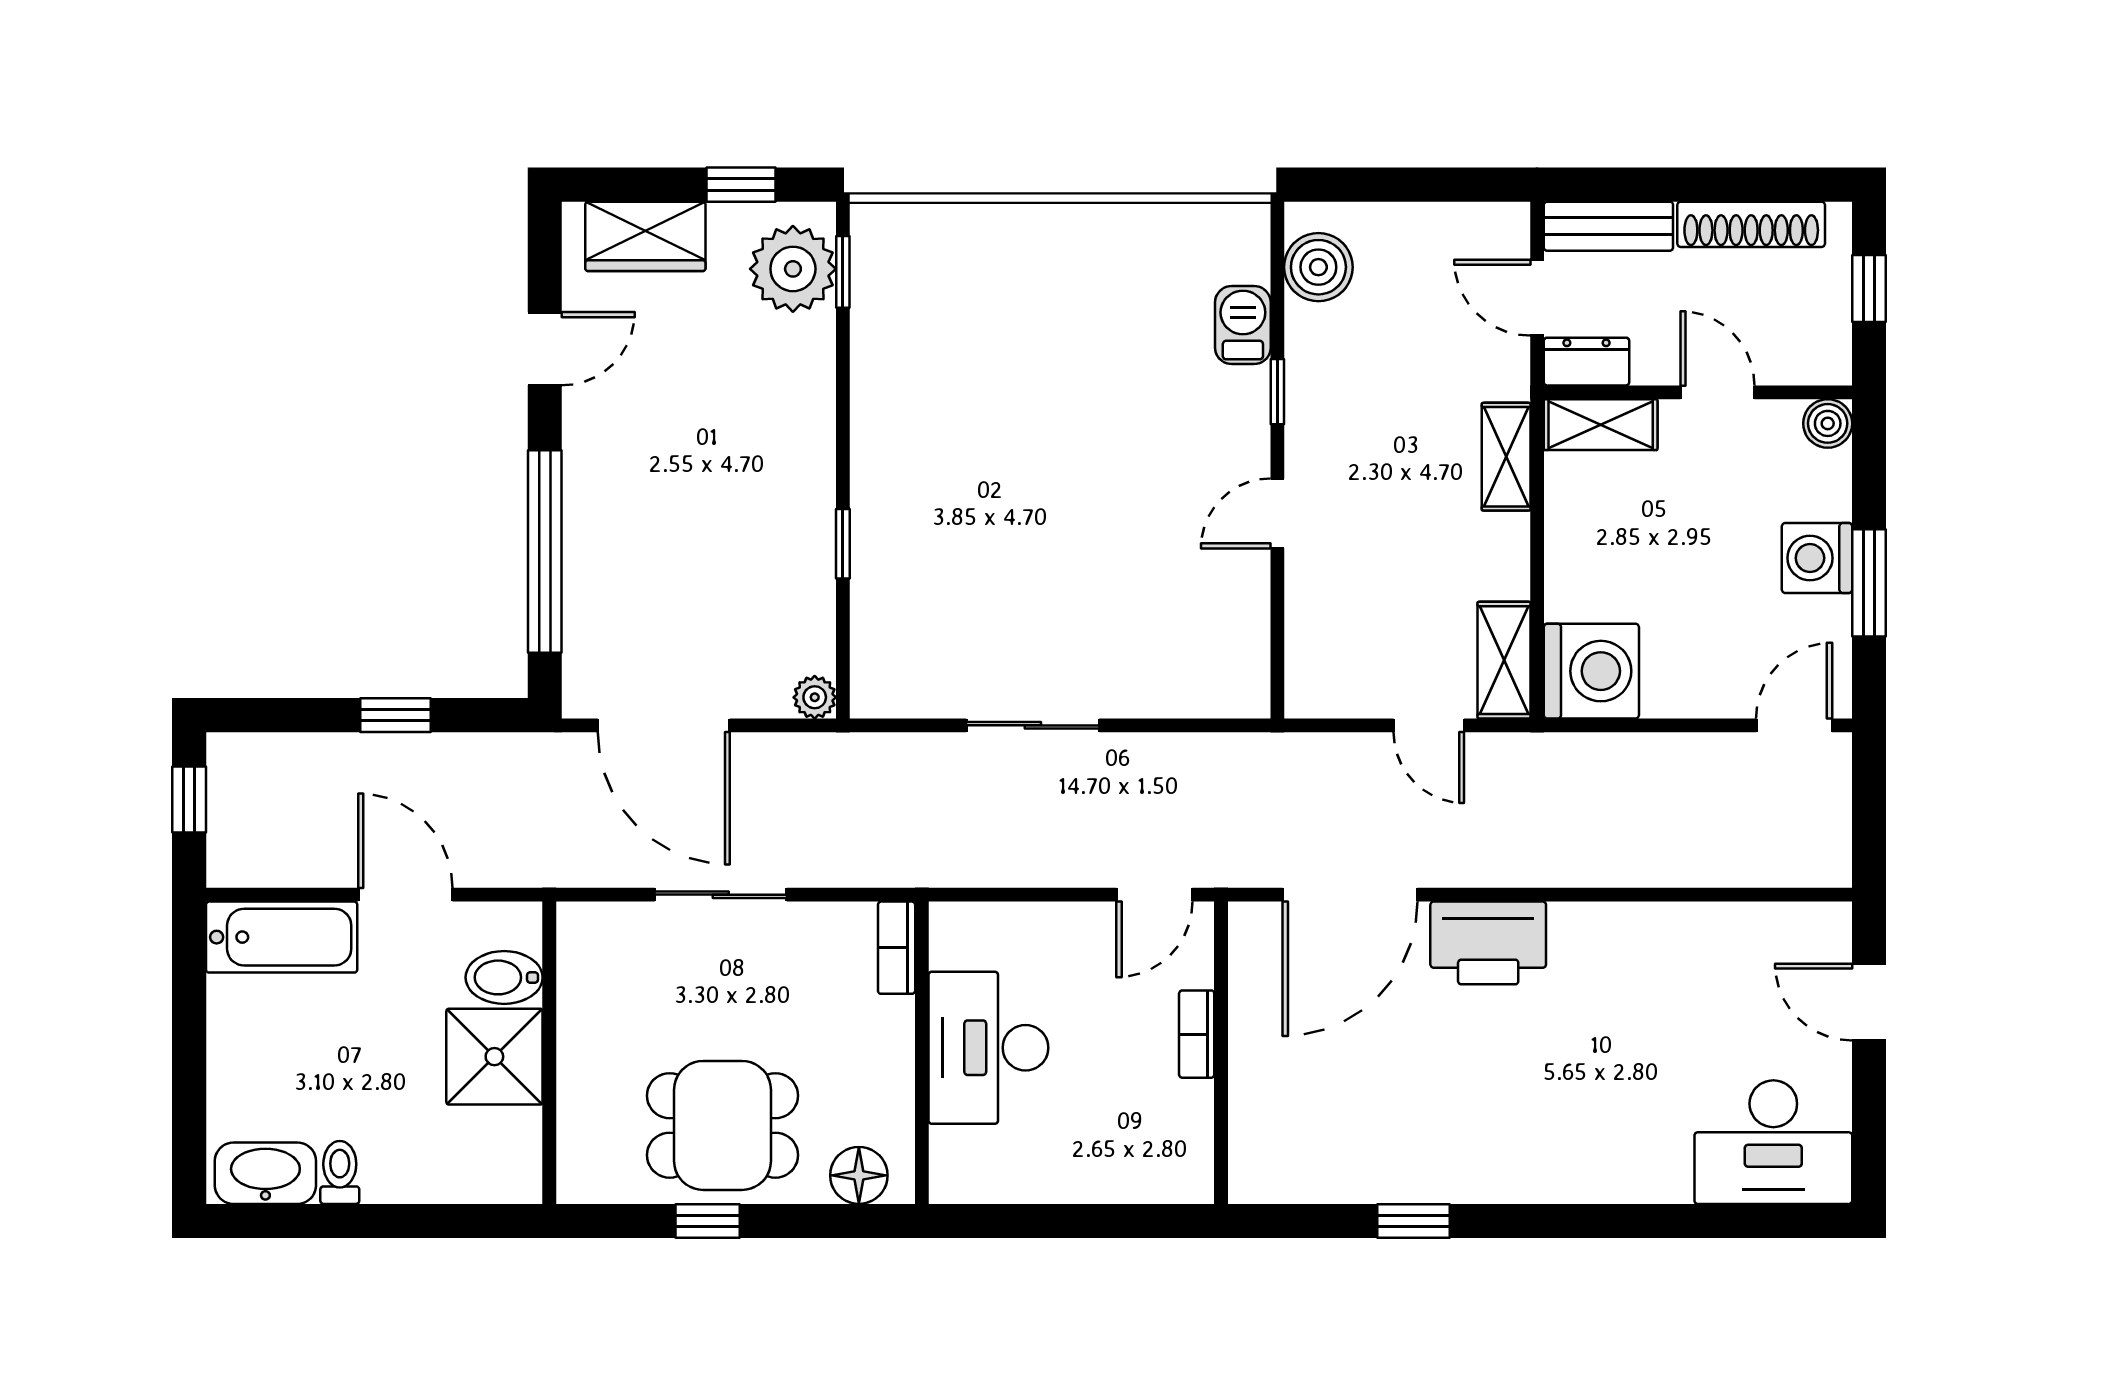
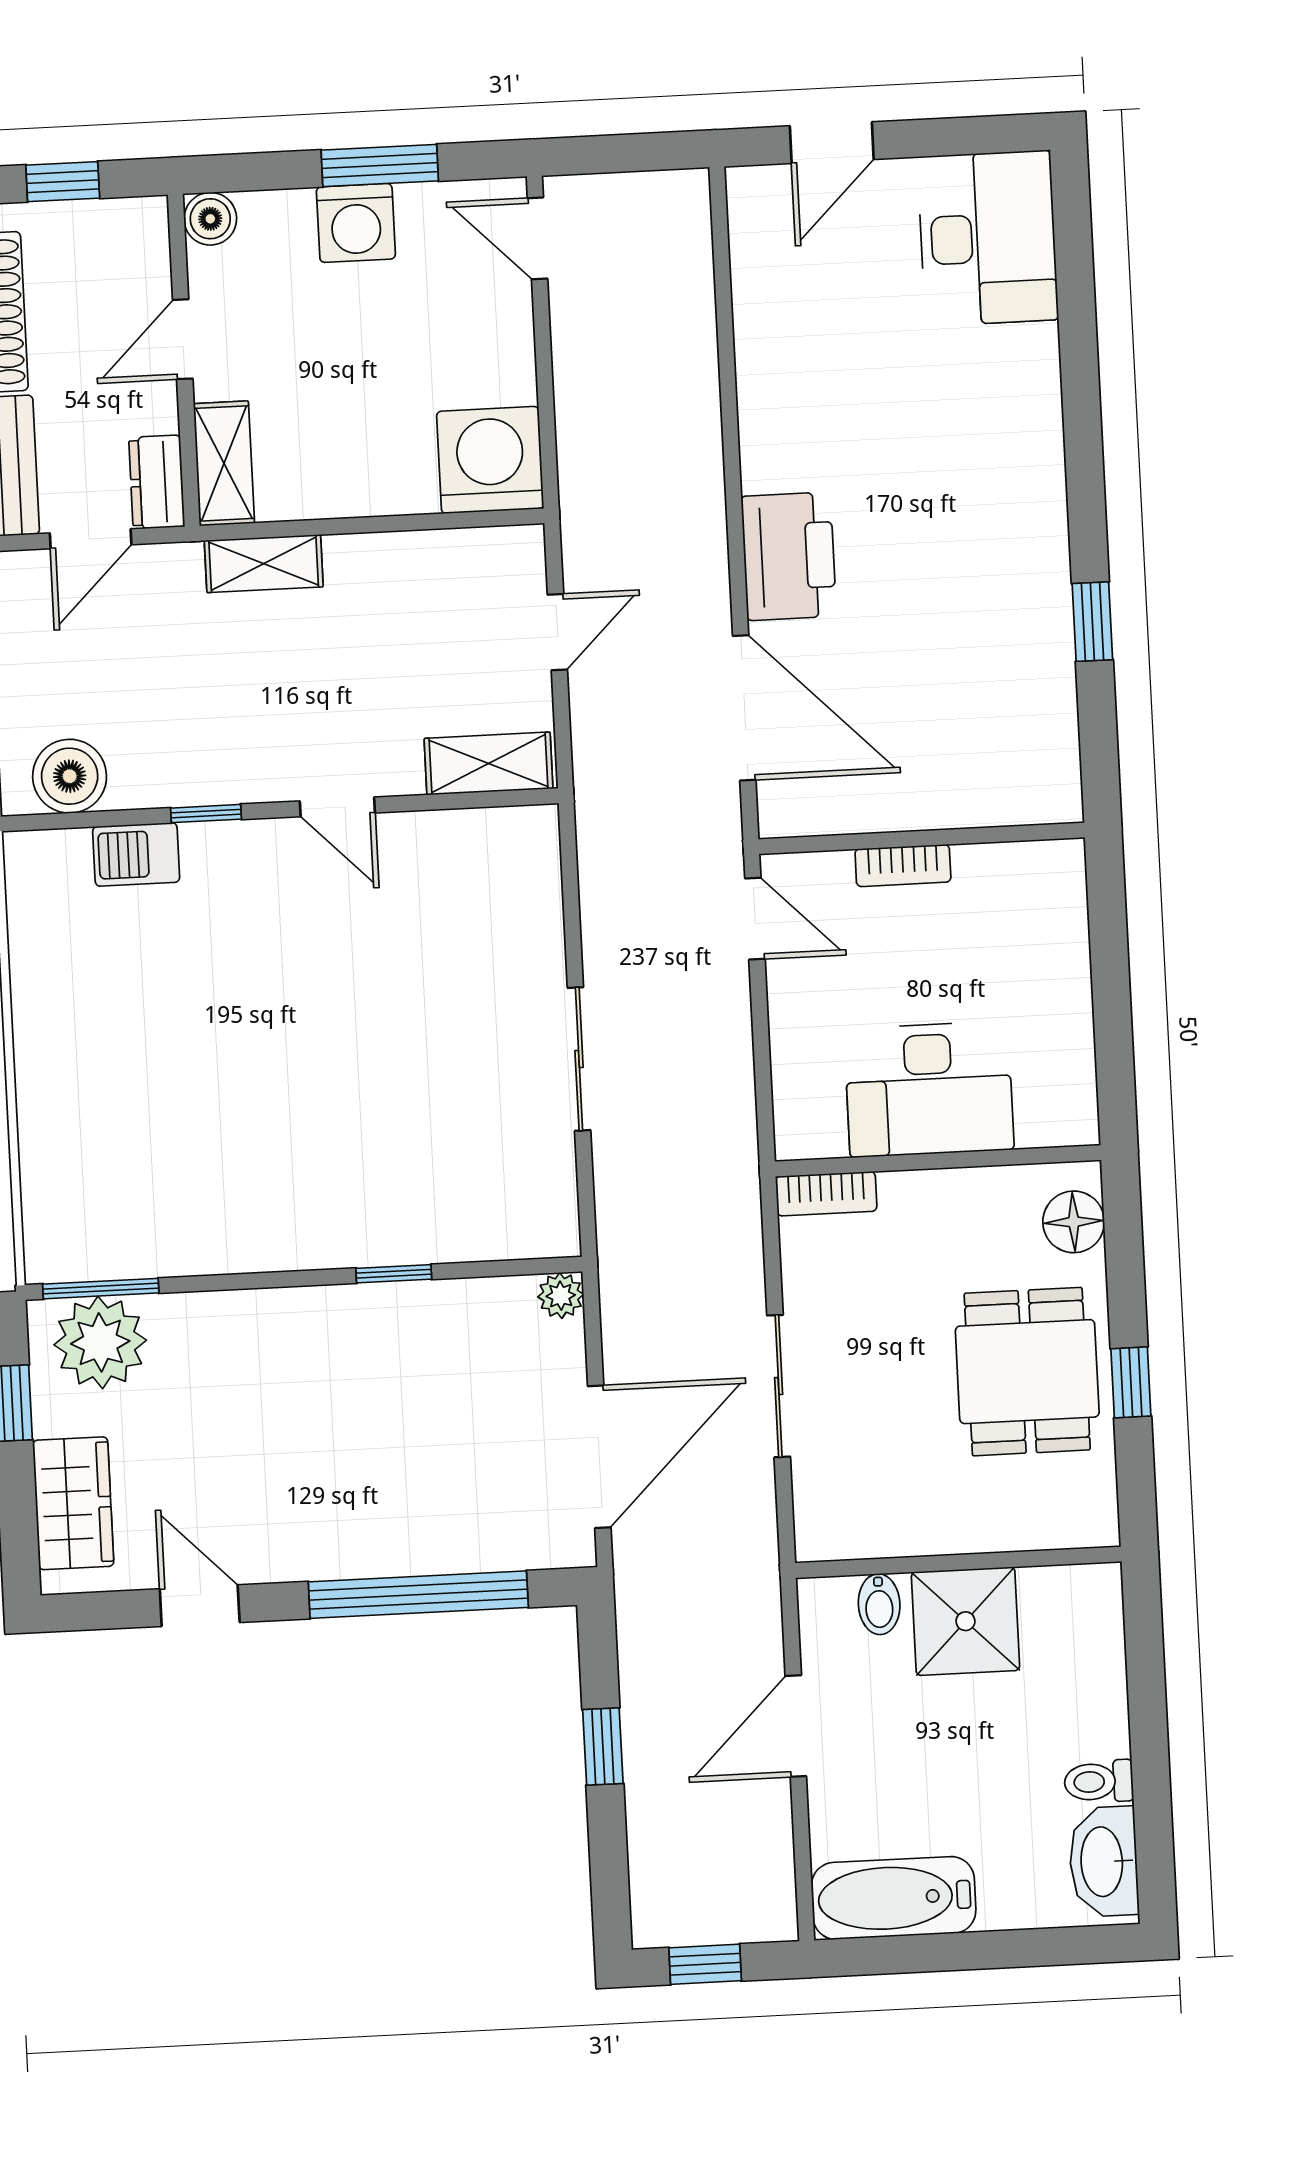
window: (843, 272) -> (101, 1289), width x1.50
shelving: (1504, 660) -> (489, 763), moved
bathtub: (282, 937) -> (894, 1898), moved, turned -90
bidet: (504, 977) -> (879, 1604), width x0.72, depth x0.74

